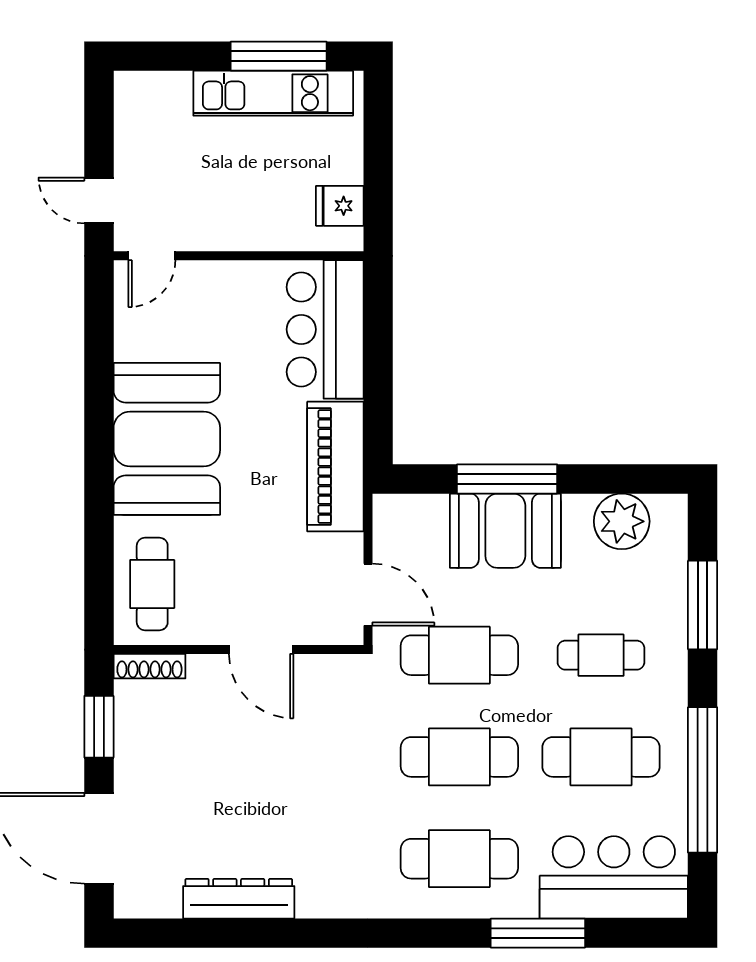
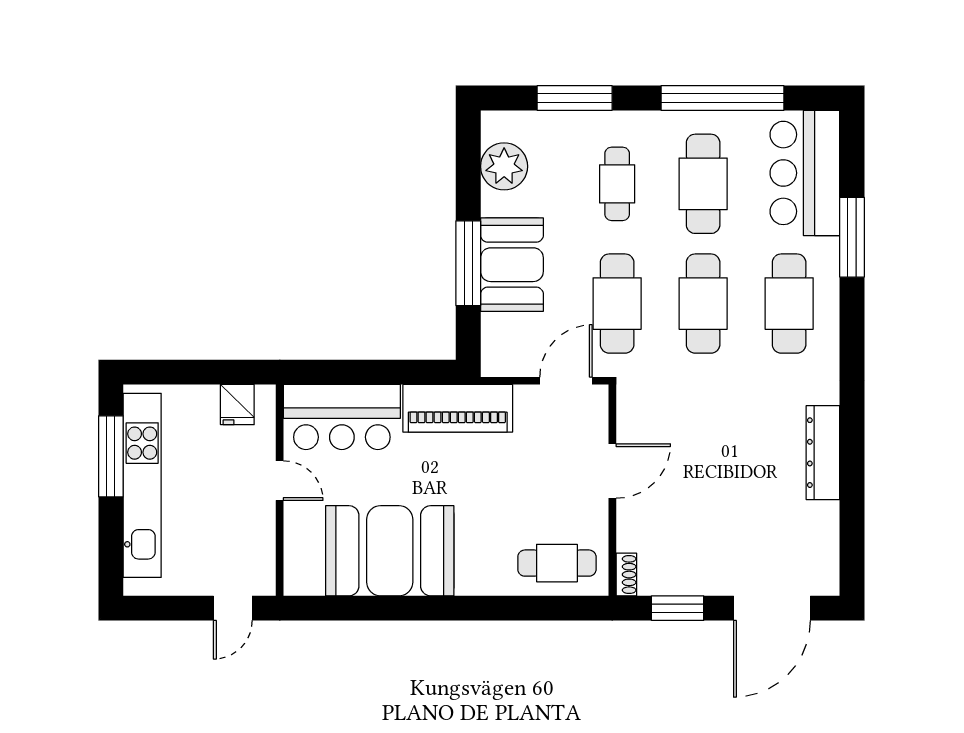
kitchen unit: (273, 93) -> (142, 485), width x1.36
door: (152, 256) -> (280, 481), moved
booth: (167, 439) -> (390, 551), moved
shoe rack: (149, 666) -> (626, 575), width x0.70
dresser: (239, 899) -> (823, 453), moved

